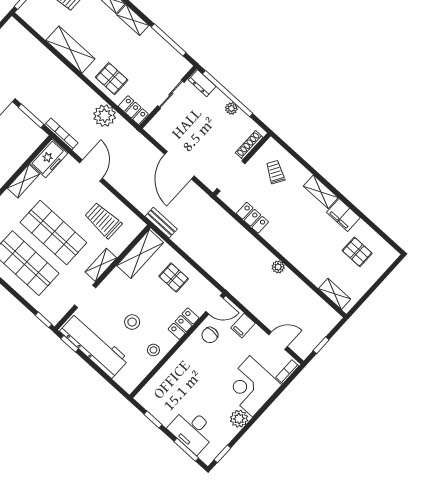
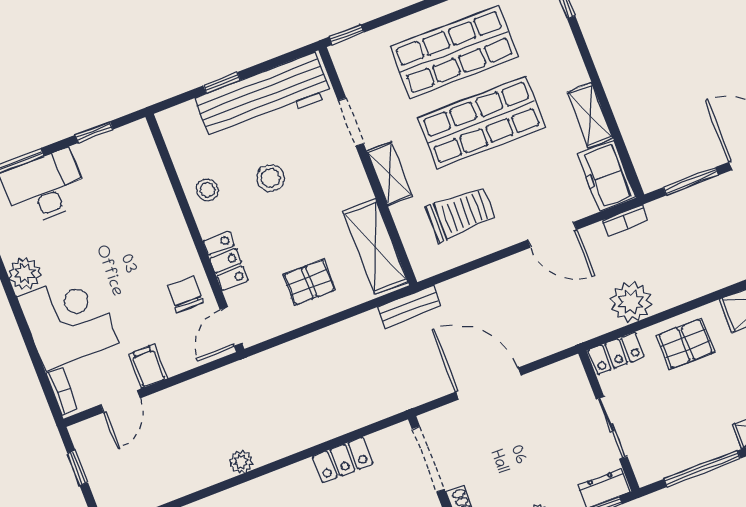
bookcase: (61, 134) -> (625, 221), width x0.64
filing cabinet: (243, 326) -> (148, 366), moved
window: (70, 344) -> (222, 83), moved

